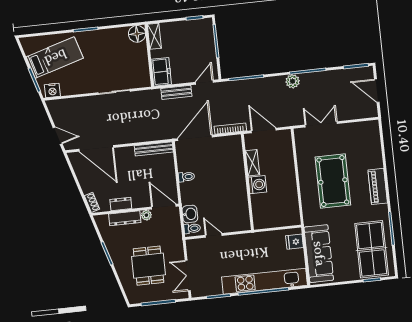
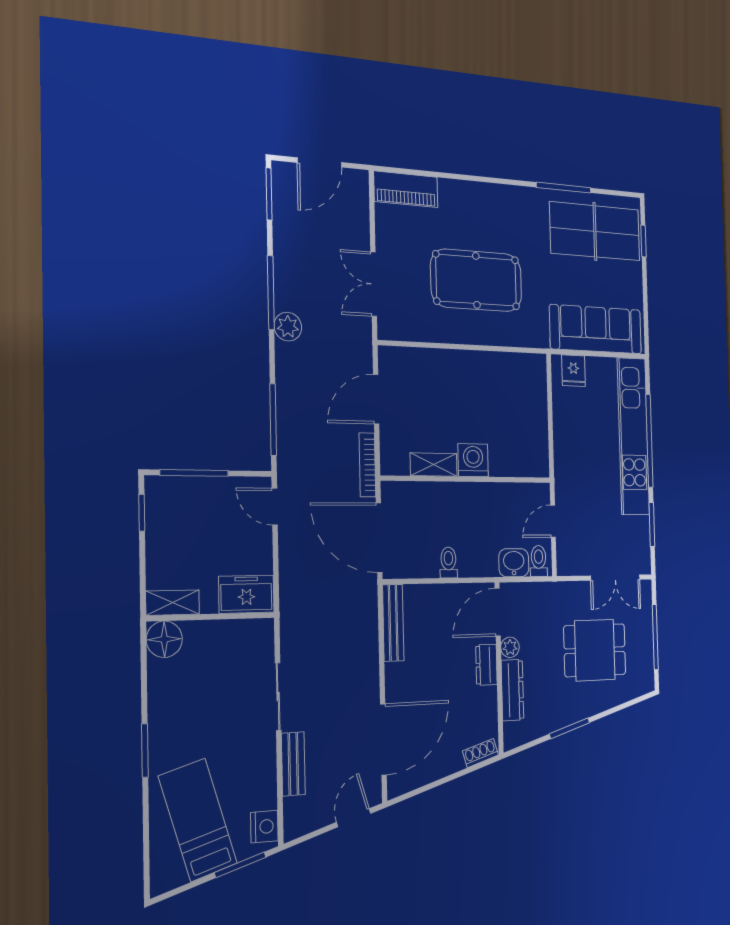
bench: (176, 92) -> (293, 764), moved
shelving: (252, 163) -> (434, 465), moved
wall: (247, 182) -> (467, 479), moved
washing machine: (257, 185) -> (473, 460), moved
piano: (378, 186) -> (406, 189), moved
dresser: (121, 204) -> (486, 665), moved

